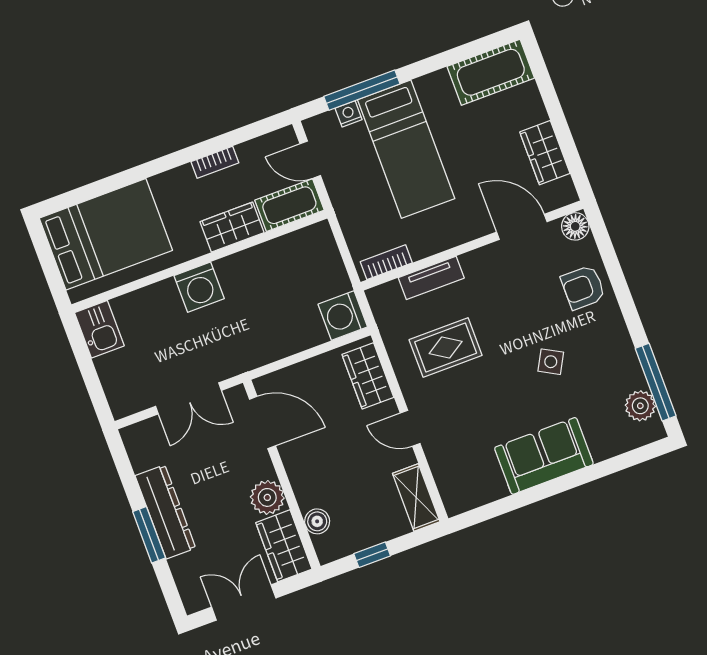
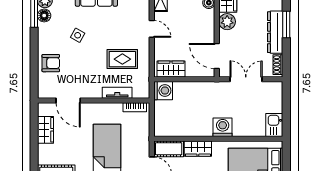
floor lamp: (575, 226) -> (44, 16), moved
wardrobe: (368, 376) -> (171, 69), moved, turned -90
shoe rack: (136, 450) -> (278, 65), added

